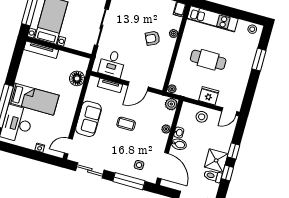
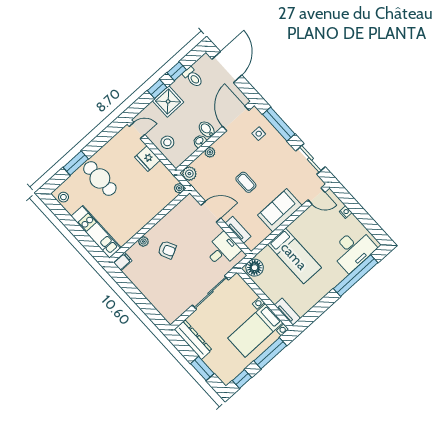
tv unit: (41, 50) -> (287, 312), width x0.71
cafe table: (208, 60) -> (100, 178), moved
floor lamp: (77, 78) -> (255, 268), moved
bed: (34, 99) -> (294, 256), moved, turned 180
shower: (216, 160) -> (168, 101), moved

